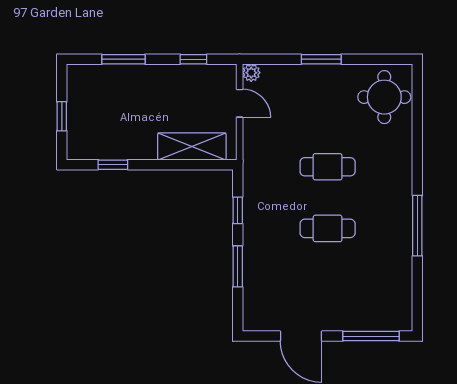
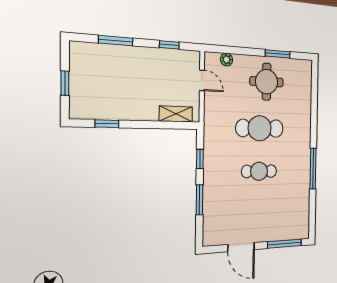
window: (321, 59) -> (278, 54), moved
plant: (251, 73) -> (227, 60), moved
round table: (384, 97) -> (267, 82), moved
shelving: (192, 146) -> (176, 114), width x0.67, depth x0.75
cafe table: (328, 167) -> (260, 128), width x1.37, depth x1.35

